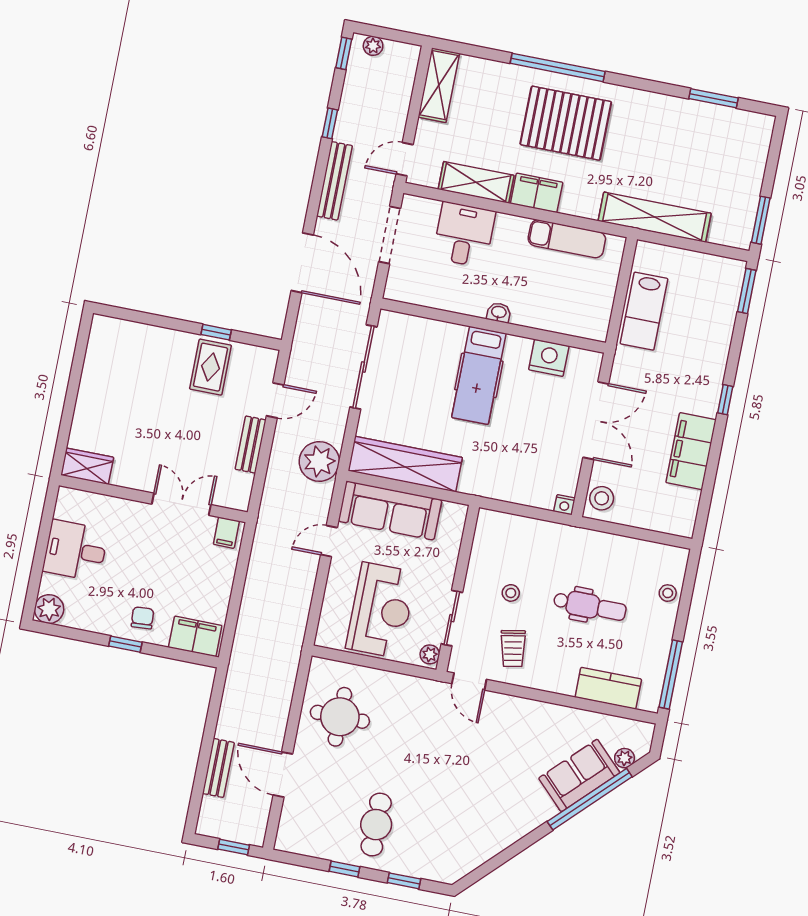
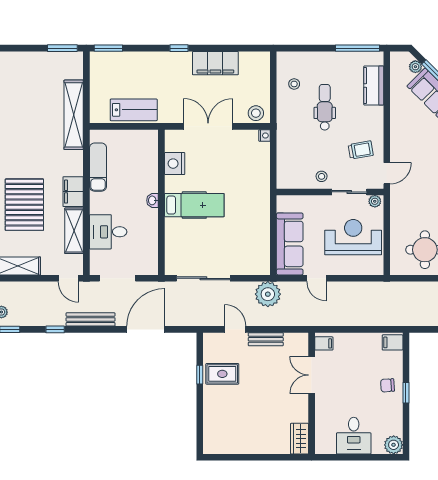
pallet: (566, 123) -> (24, 205), moved
wardrobe: (405, 464) -> (259, 240), removed
stool: (511, 593) -> (322, 176), moved
stool: (668, 593) -> (294, 84), moved
filing cabinet: (195, 636) -> (393, 342), width x0.50

